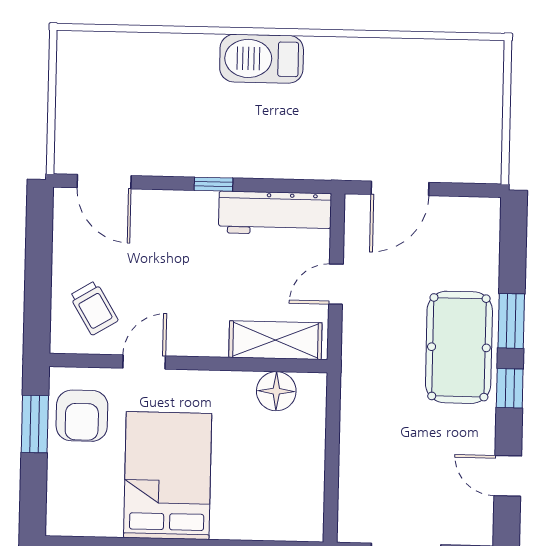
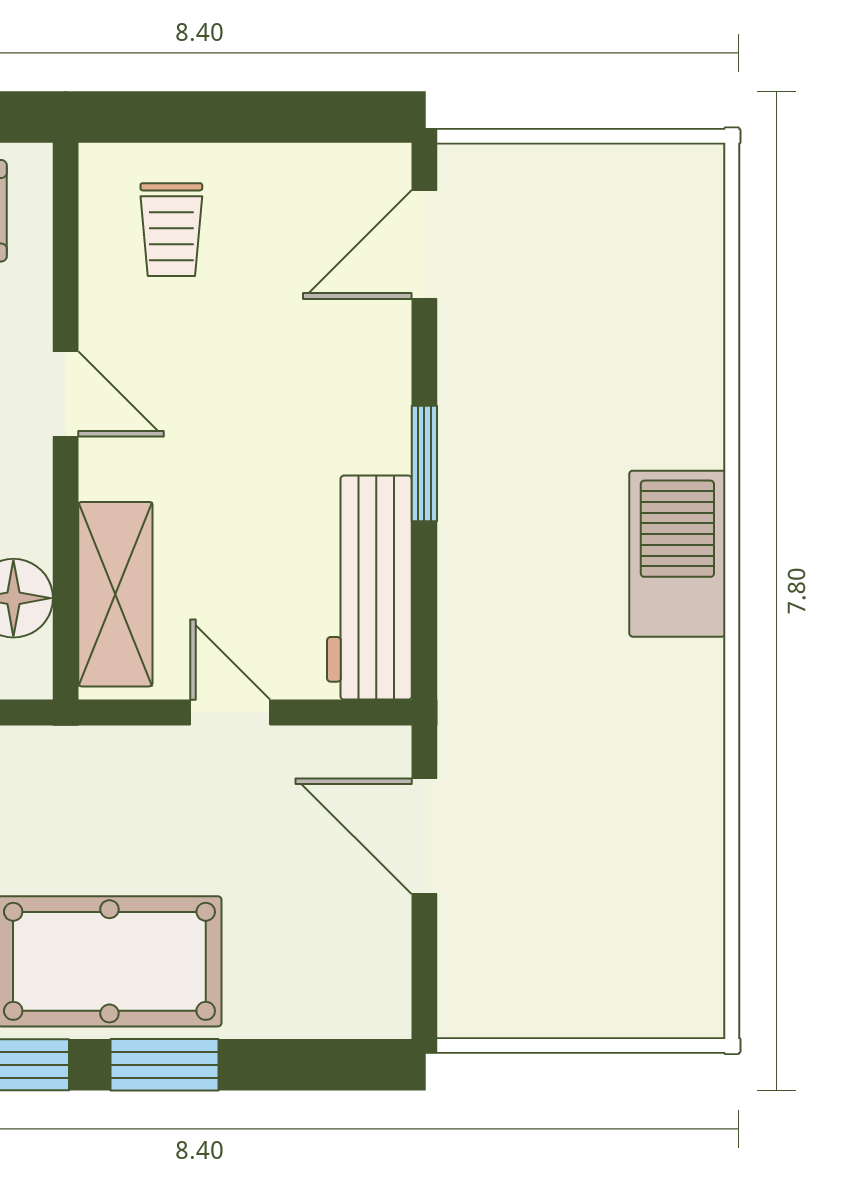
window: (214, 184) -> (424, 463), width x1.50
trolley: (94, 308) -> (171, 230), turned -59
door: (144, 362) -> (66, 394), moved

